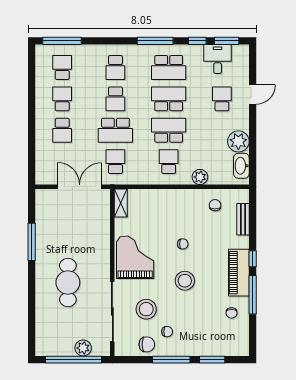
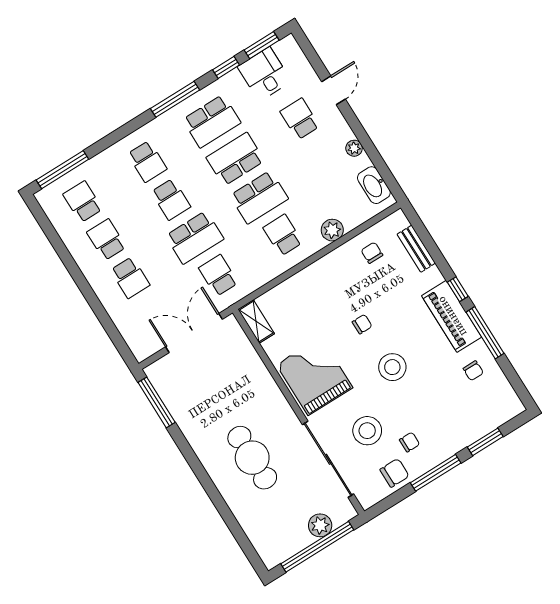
school desk: (169, 130) -> (259, 197), turned 180
plant: (238, 141) -> (354, 148), width x0.53, depth x0.53
window: (32, 242) -> (157, 402), moved

